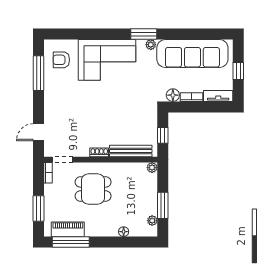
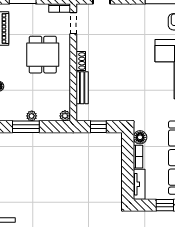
bench: (131, 151) -> (82, 88), width x0.73
plant: (152, 221) -> (32, 116), moved

